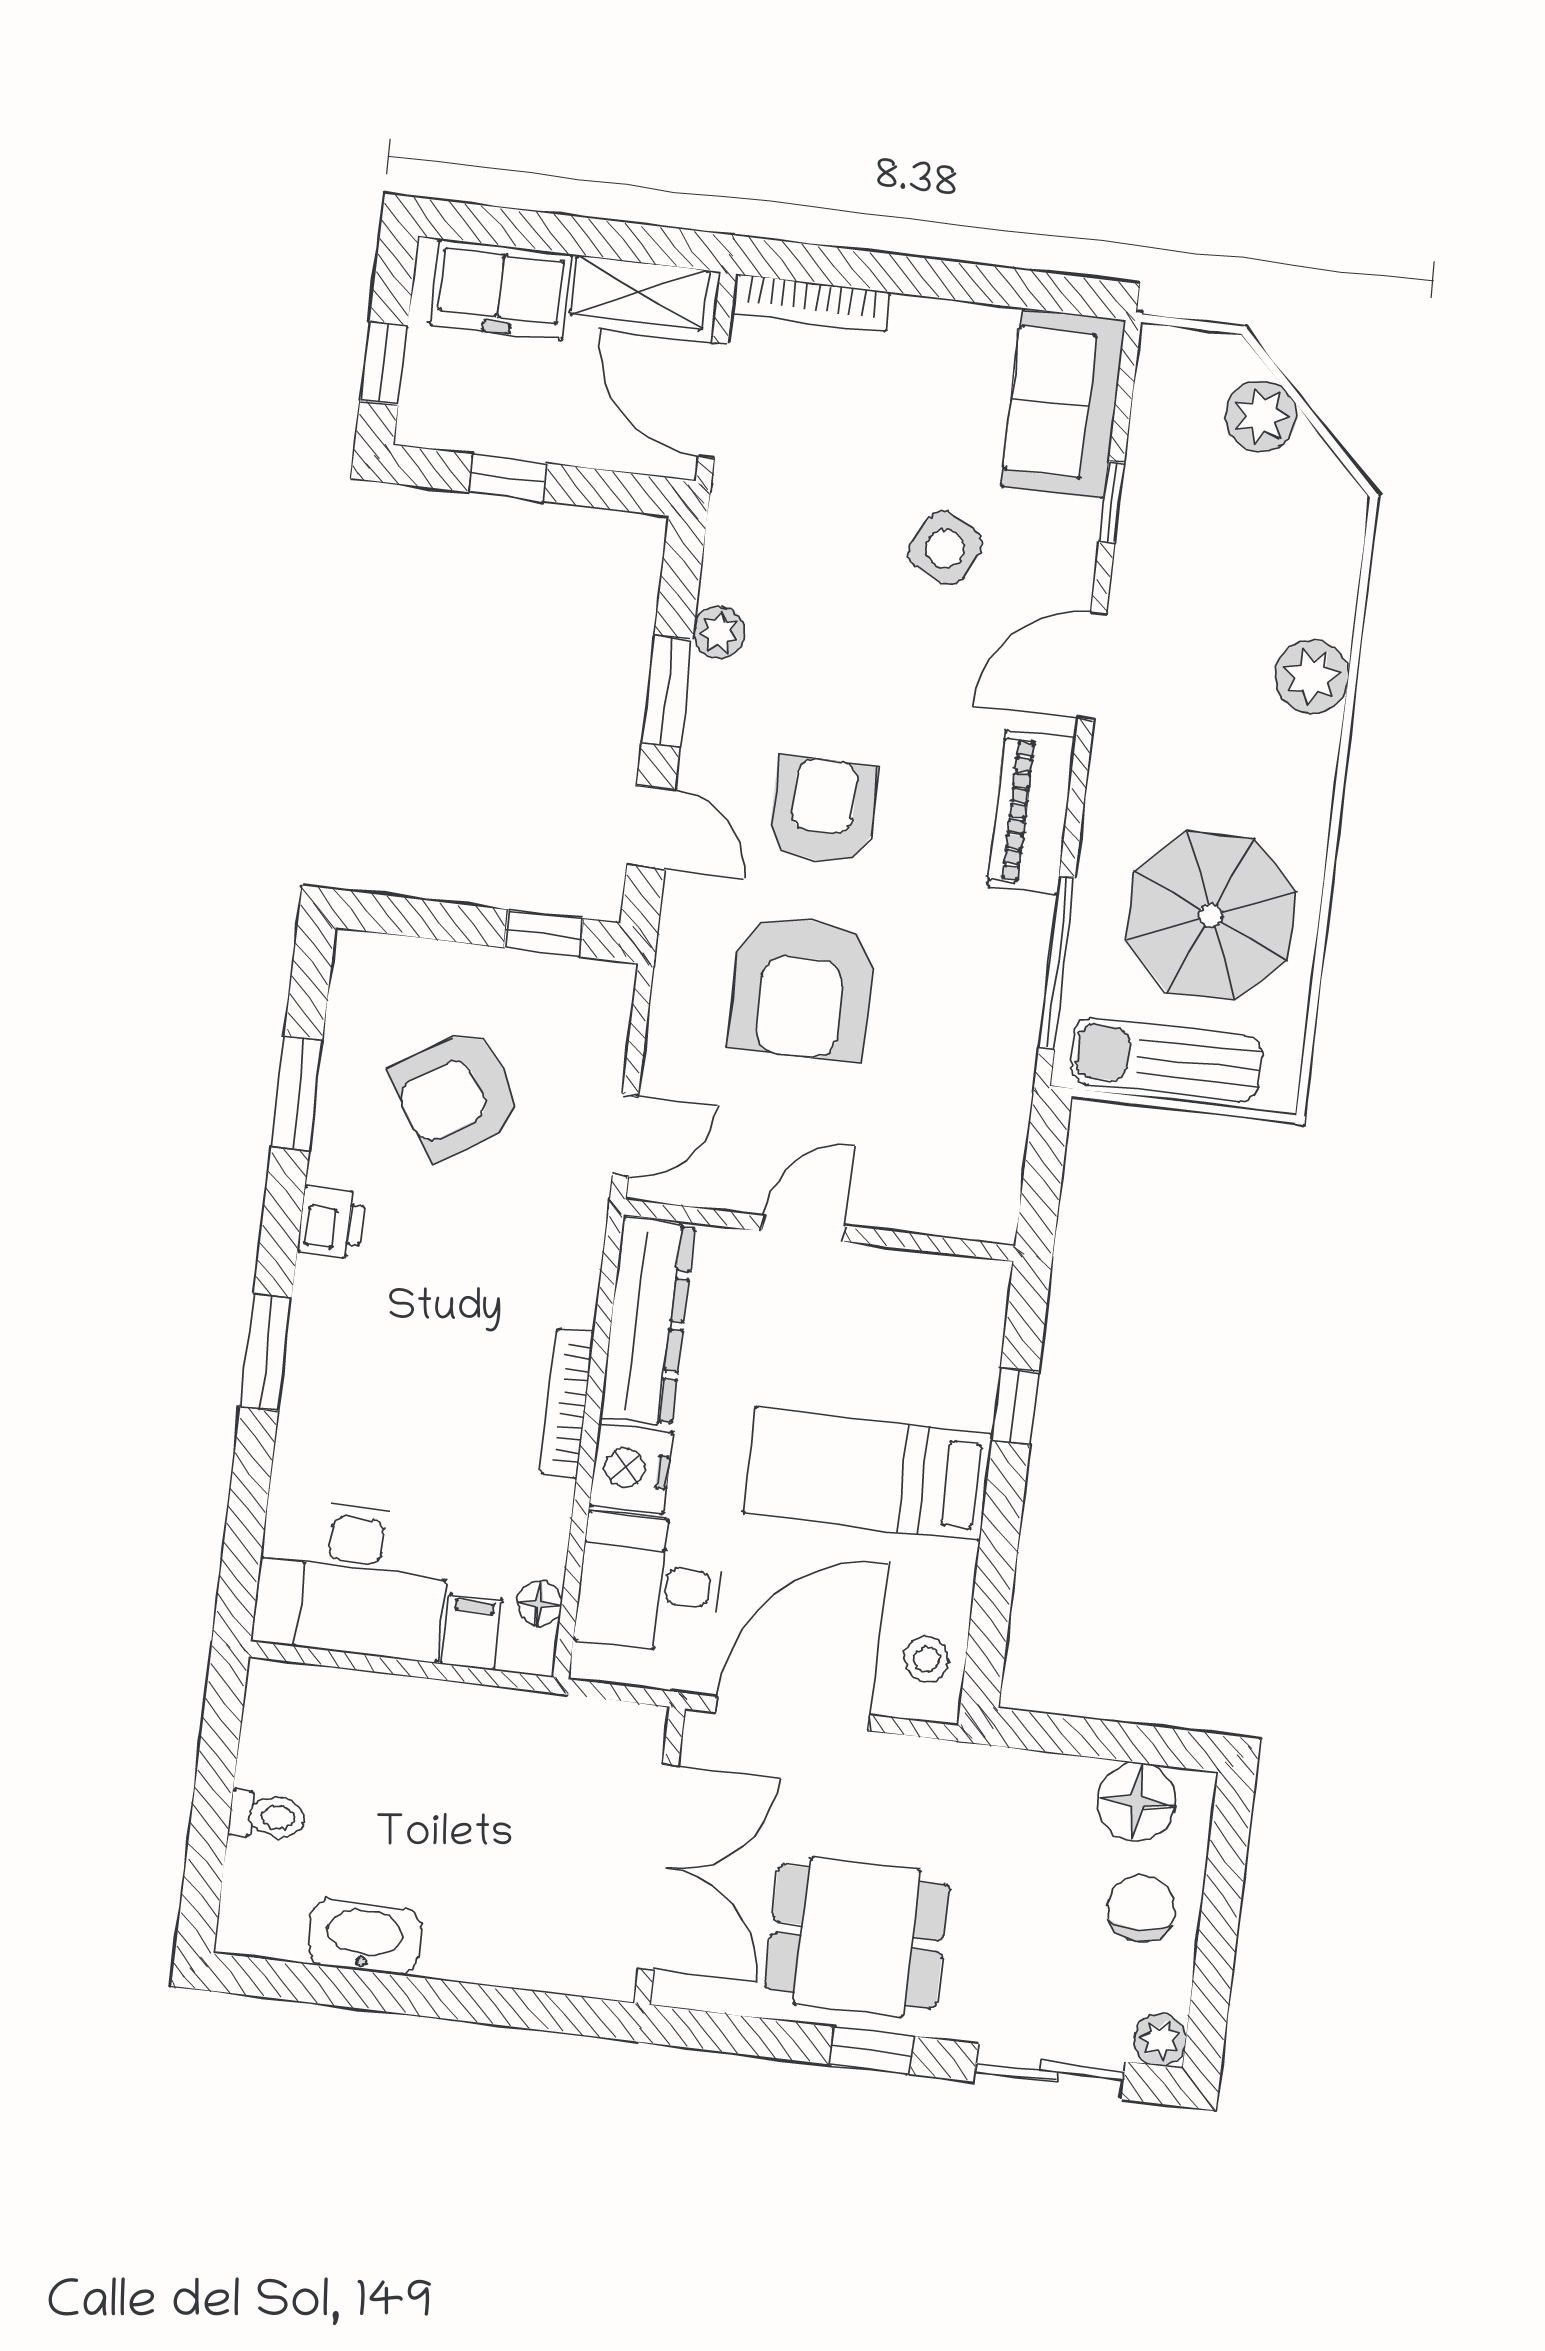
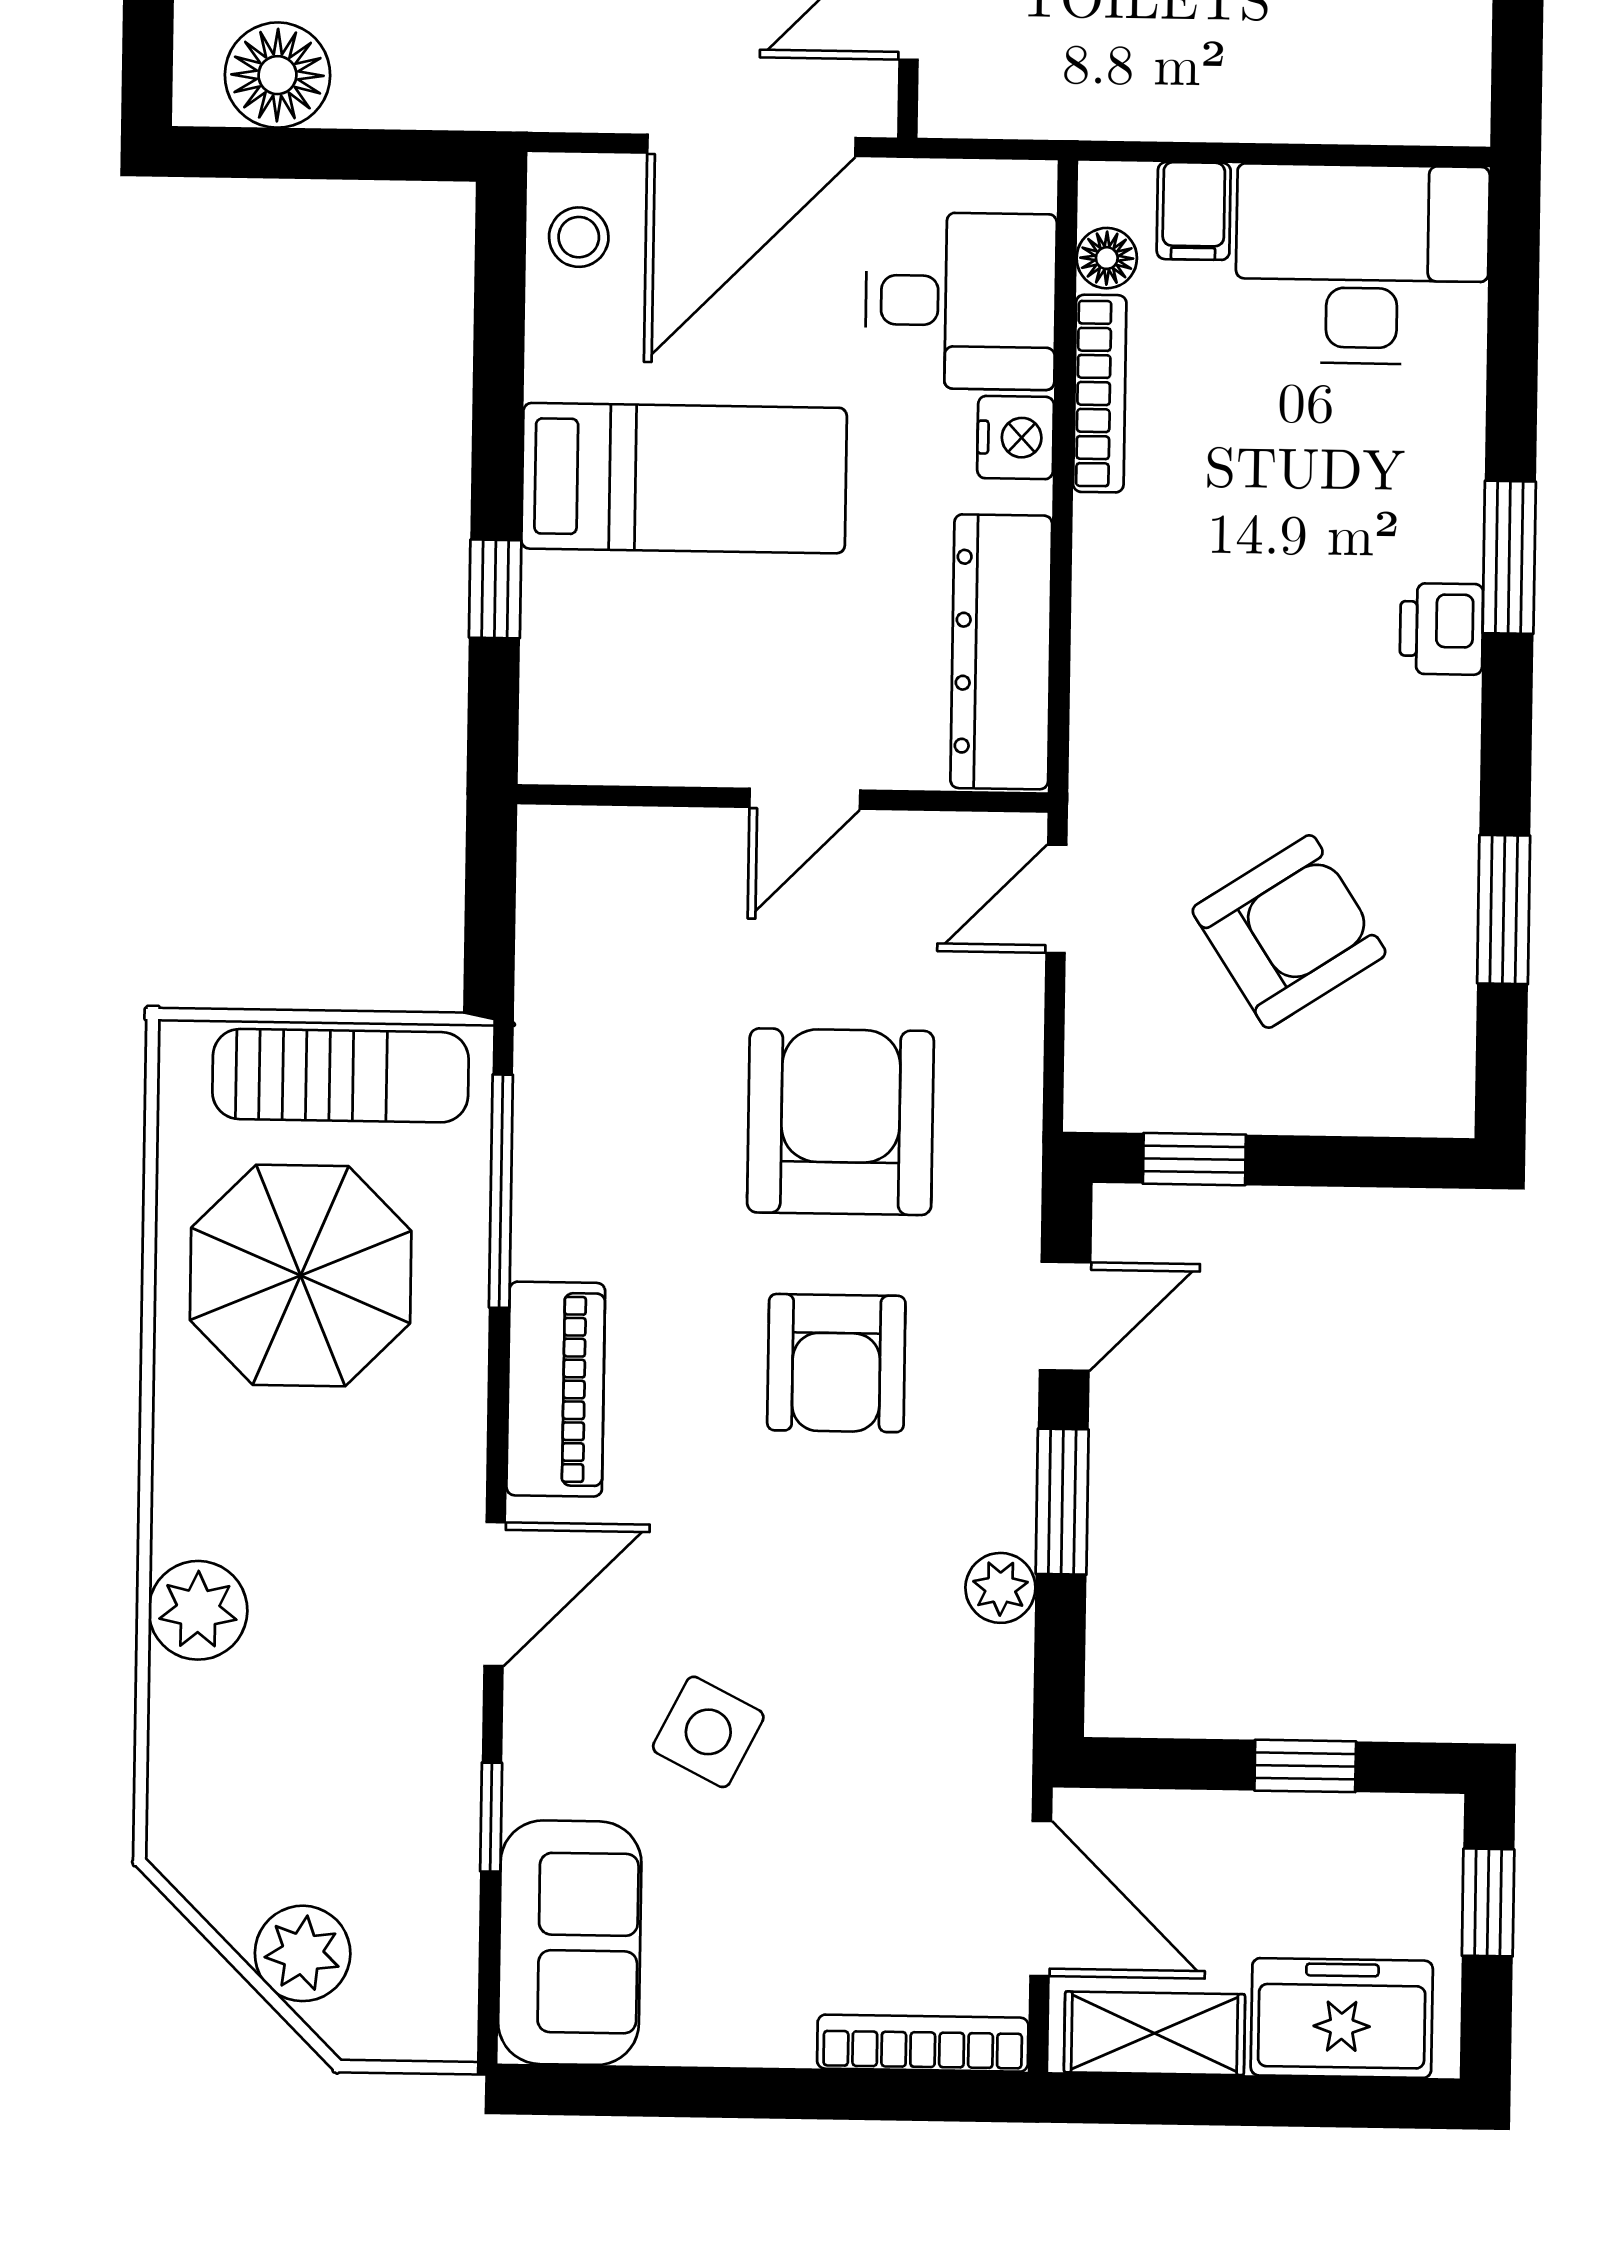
door: (651, 827) -> (1065, 1316), swing flipped
printer: (331, 1222) -> (1441, 629), moved
bookcase: (567, 1403) -> (1100, 394), moved
nightstand: (631, 1469) -> (1016, 438), width x0.74, depth x0.75

